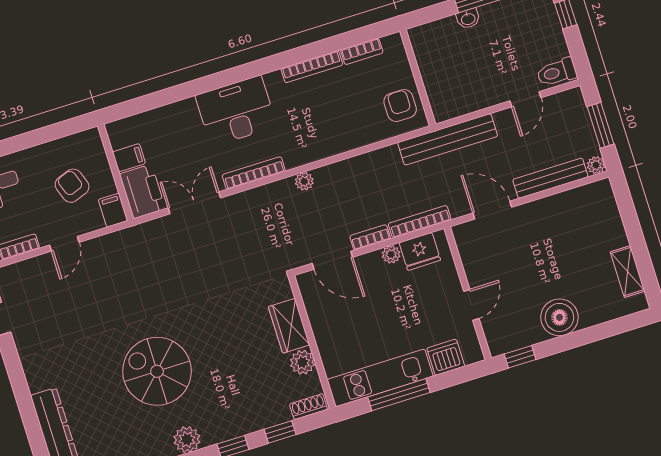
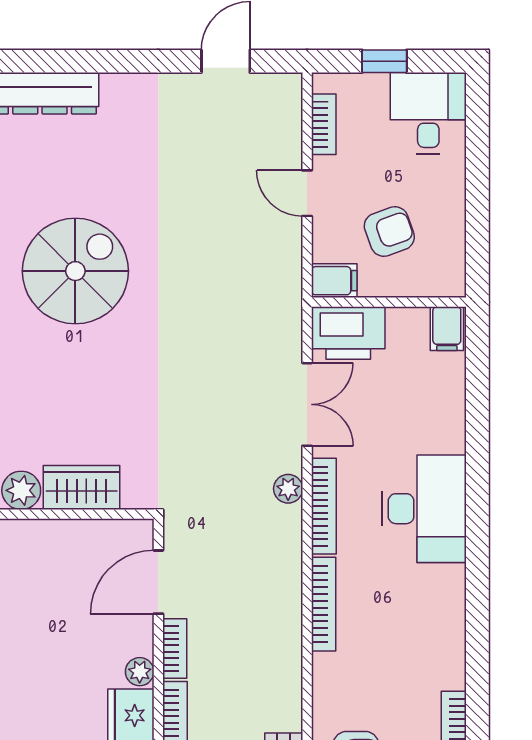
bookcase: (312, 67) -> (324, 604), moved, turned 180
filing cabinet: (129, 158) -> (447, 329), moved
plant: (304, 181) -> (288, 489), moved

